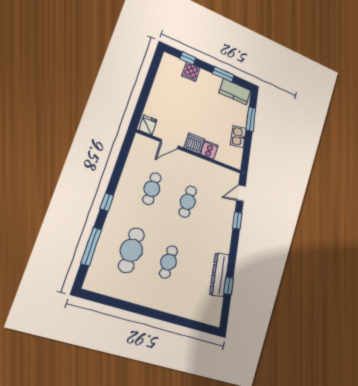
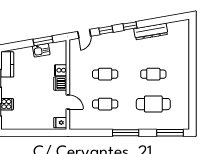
window: (251, 119) -> (43, 41), moved
door: (241, 193) -> (84, 34), hinge flipped
window: (107, 202) -> (126, 133), width x2.17
window: (91, 246) -> (170, 133), moved
window: (229, 286) -> (130, 26), moved

